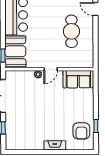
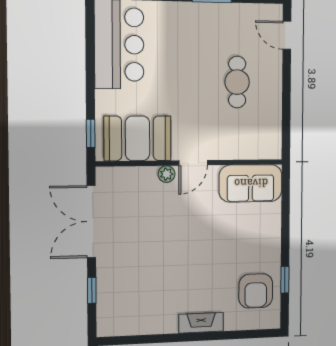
cafe table: (71, 31) -> (237, 82), width x0.73, depth x0.74
booth: (15, 51) -> (138, 138), moved, turned 90

